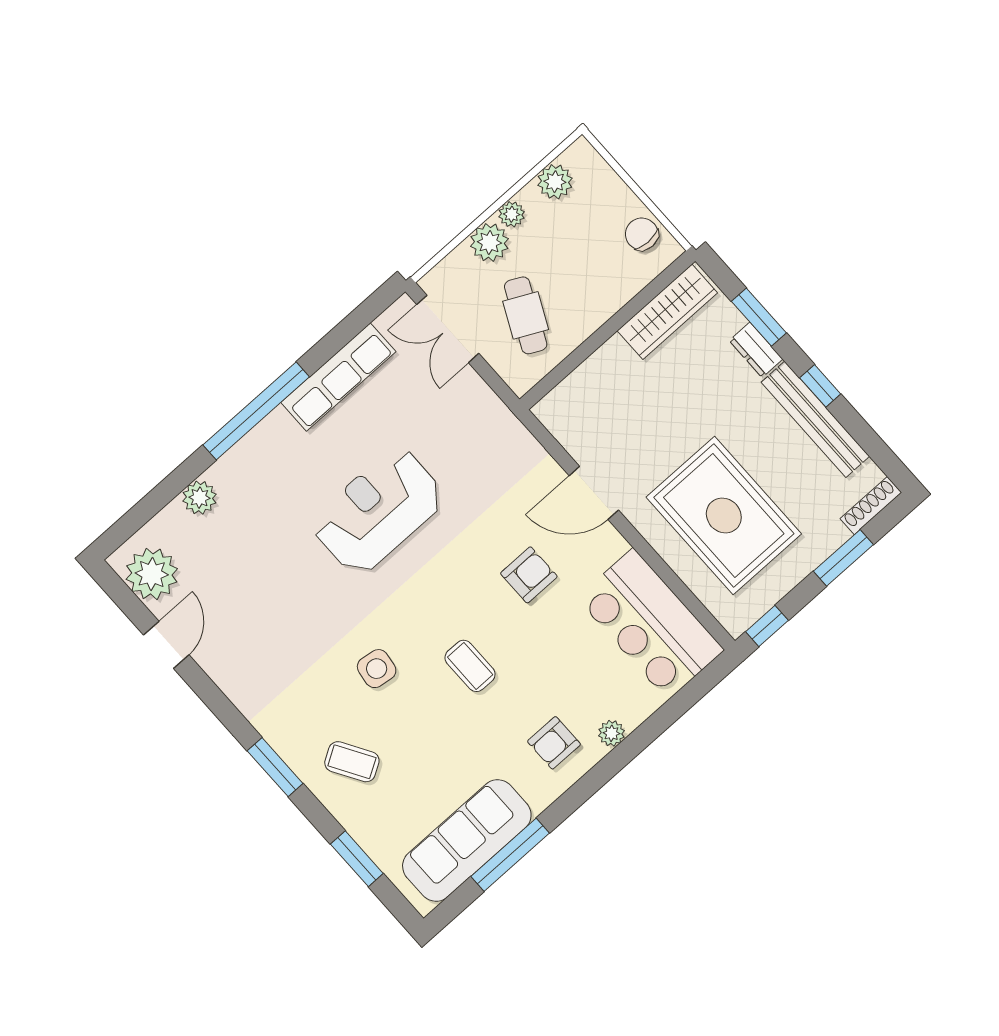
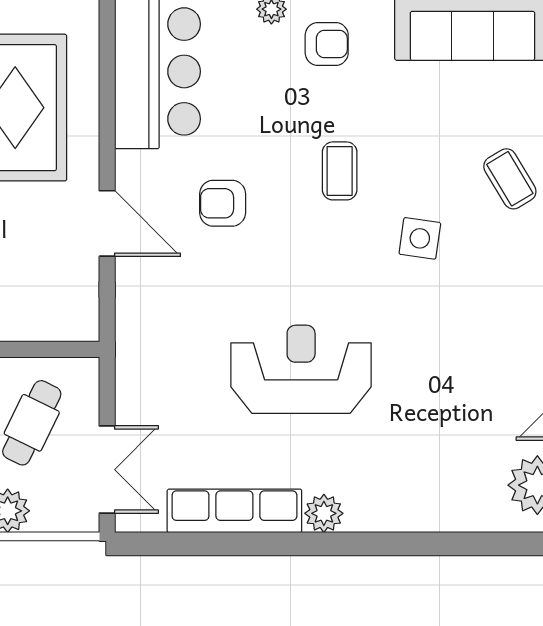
window: (256, 411) -> (328, 544), removed
plant: (200, 498) -> (324, 513), moved
reception desk: (378, 511) -> (301, 369), turned 180

